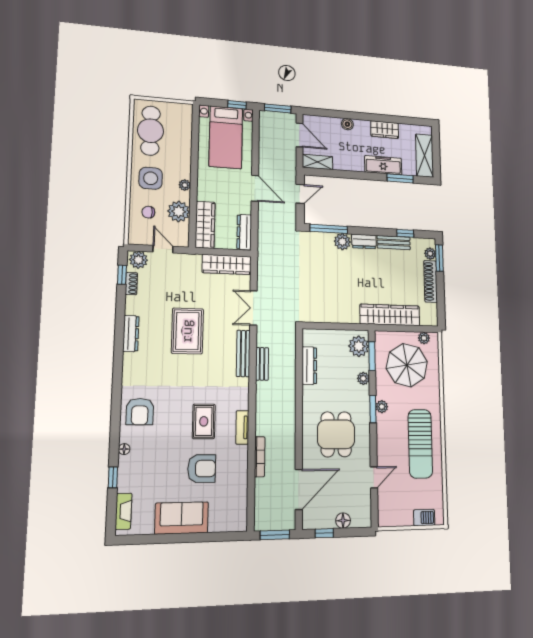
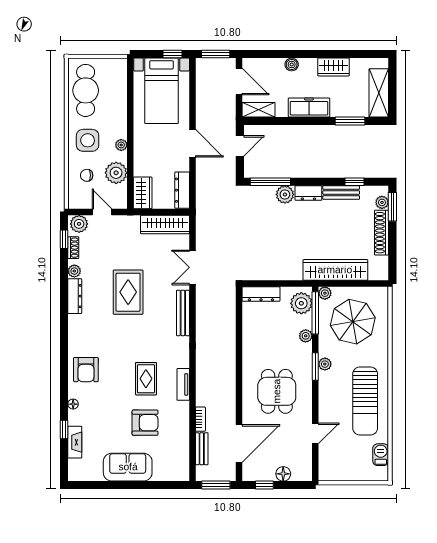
freezer: (383, 165) -> (309, 107), moved
wardrobe: (205, 225) -> (143, 193), width x0.67
plant: (131, 308) -> (74, 271), added
plant: (424, 338) -> (325, 293), moved
window: (372, 356) -> (315, 313), width x1.44
bench: (262, 364) -> (202, 449), moved
dresser: (309, 366) -> (261, 294), moved, turned 90
bookcase: (260, 457) -> (200, 419), width x0.64
fireplace: (123, 511) -> (75, 442), moved
barbecue: (424, 518) -> (381, 455), moved, turned -90

